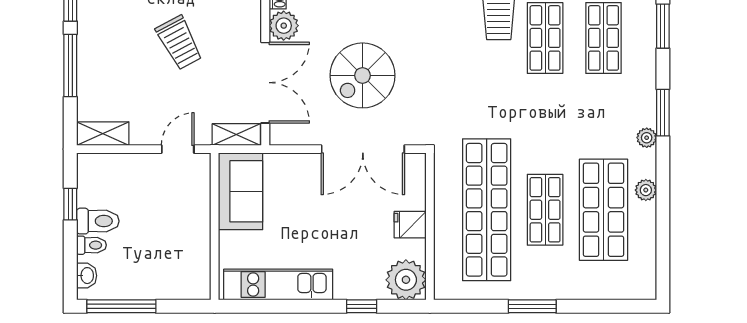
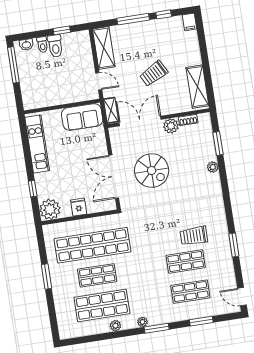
spiral stairs: (362, 75) -> (152, 171), turned 180
double door: (265, 83) -> (140, 121), swing flipped
shelving: (103, 134) -> (104, 48), width x1.50, depth x1.33

